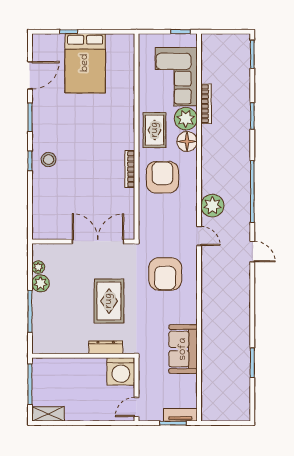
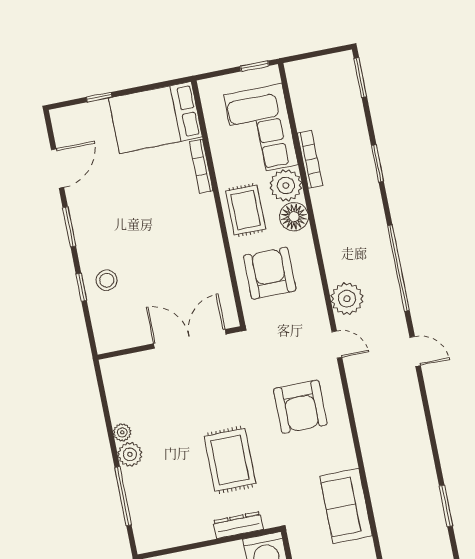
bed: (85, 63) -> (155, 118), moved, turned 90
bookcase: (130, 169) -> (201, 166), moved
wall: (83, 241) -> (169, 343), moved
double door: (98, 241) -> (190, 339), moved

